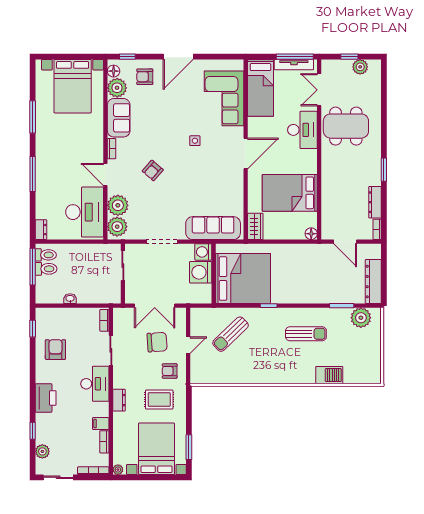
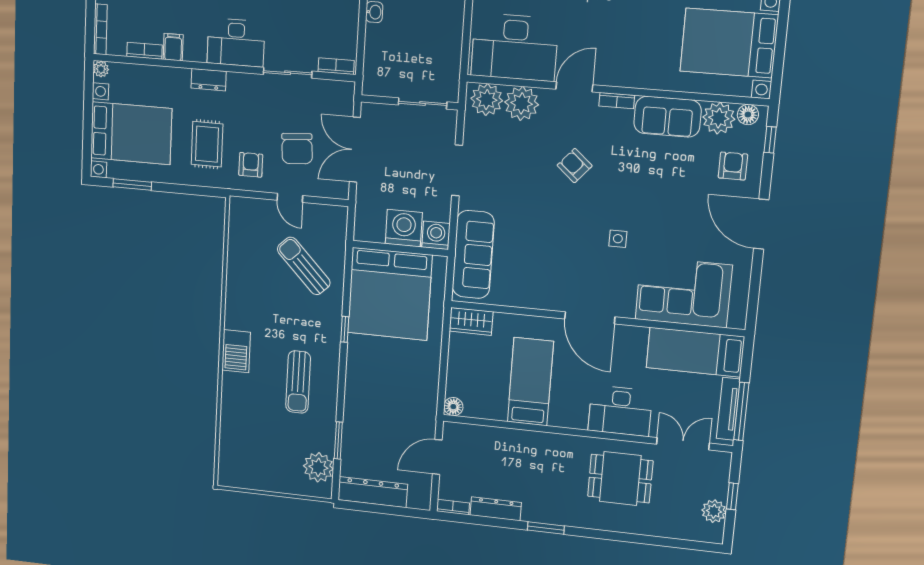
dining table: (346, 126) -> (620, 479), width x0.73
bed: (290, 193) -> (530, 382), width x0.67
barbecue: (329, 375) -> (236, 351), moved

